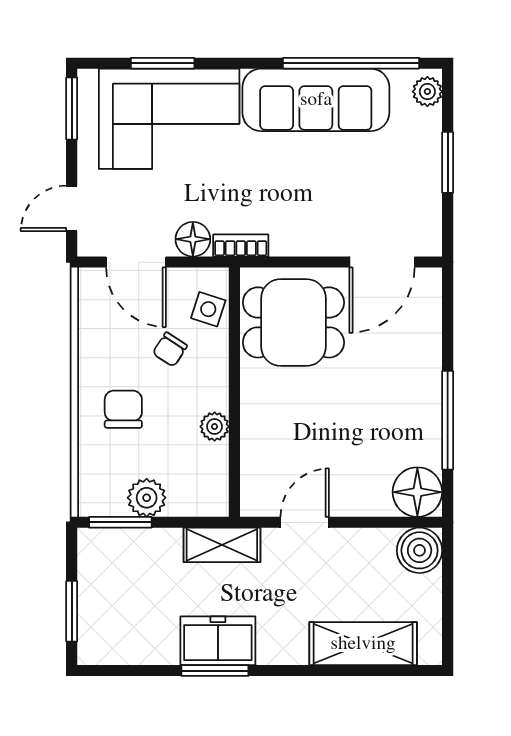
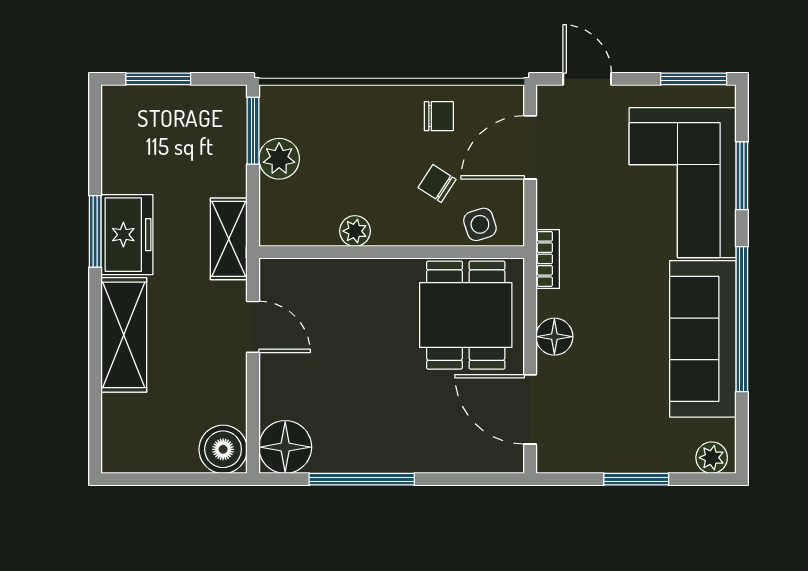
window: (351, 63) -> (742, 319), moved
floor lamp: (193, 239) -> (554, 337), moved
side table: (208, 309) -> (480, 224), turned -36
chair: (123, 409) -> (439, 116), moved, width x0.73, depth x0.73
shelving: (363, 644) -> (124, 335), moved

